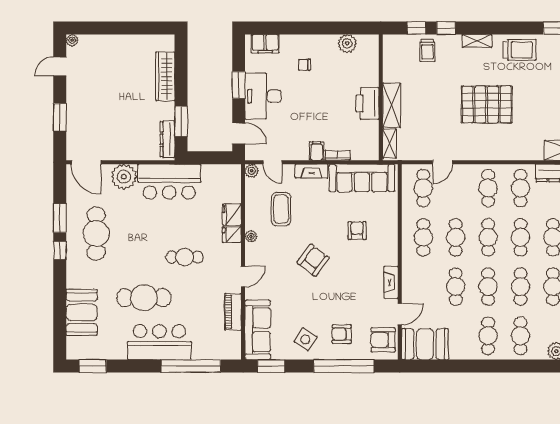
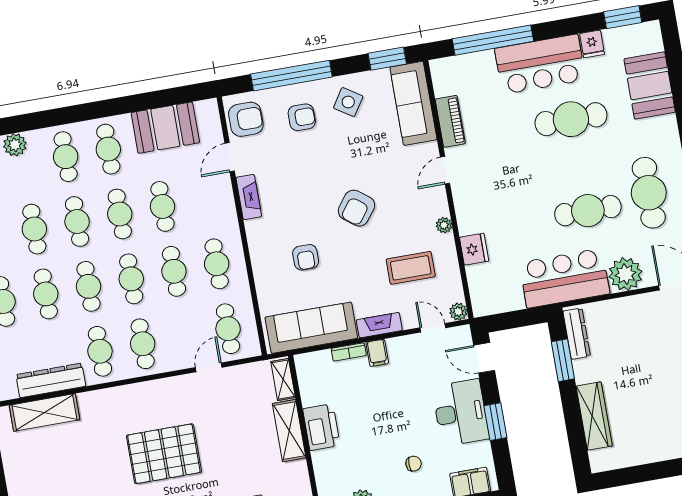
coffee table: (281, 209) -> (411, 268), turned 90
fridge: (232, 234) -> (592, 44), moved, turned 90
cafe table: (185, 257) -> (588, 211), moved, width x1.37, depth x1.35
booth: (425, 344) -> (165, 128), moved

